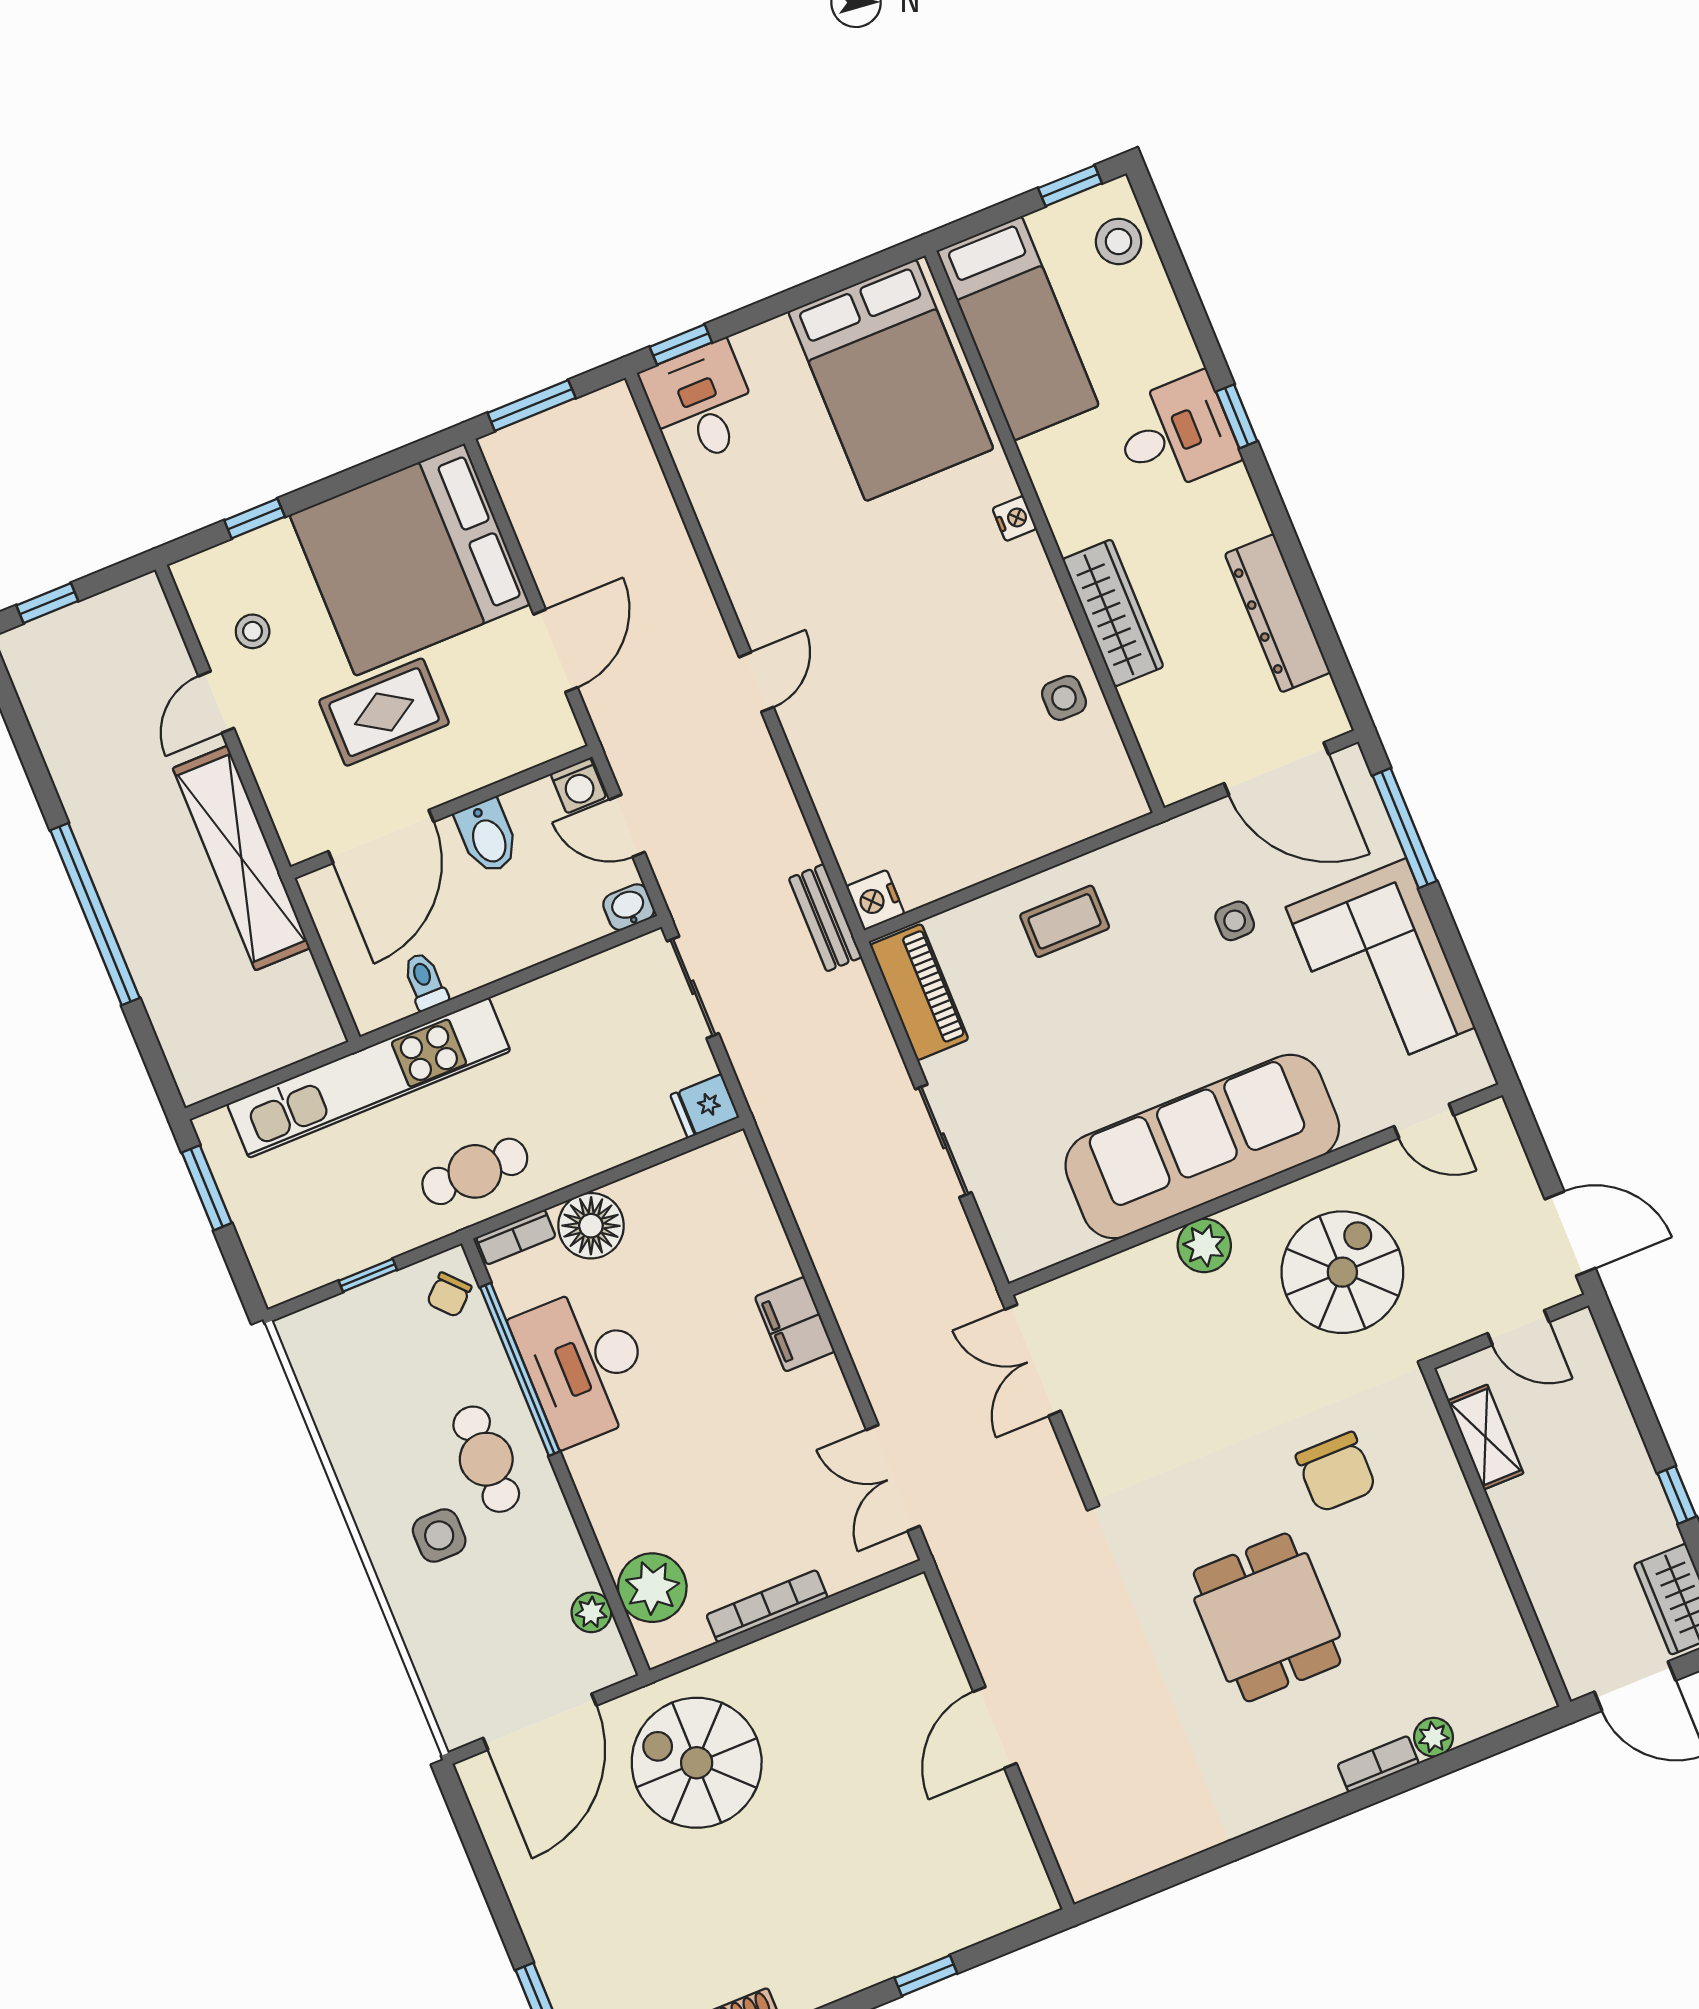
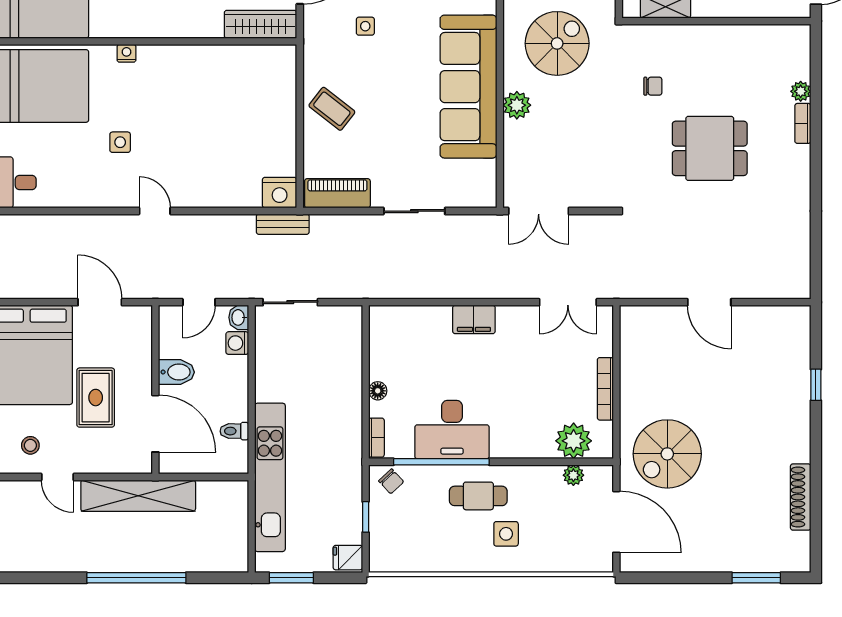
wardrobe: (1113, 613) -> (260, 24), moved
side table: (1064, 698) -> (120, 142), moved
washing machine: (578, 786) -> (237, 343), moved, turned 180
nightstand: (875, 900) -> (280, 193), width x1.36, depth x1.33
coffee table: (1065, 921) -> (332, 109), turned -52
fridge: (705, 1106) -> (348, 558), moved, turned 90
cafe table: (475, 1171) -> (336, 444), removed
floor lamp: (591, 1226) -> (378, 391), width x0.53, depth x0.53
spiral stairs: (1342, 1272) -> (557, 43), turned 90
chair: (1336, 1472) -> (653, 86), width x0.54, depth x0.54

